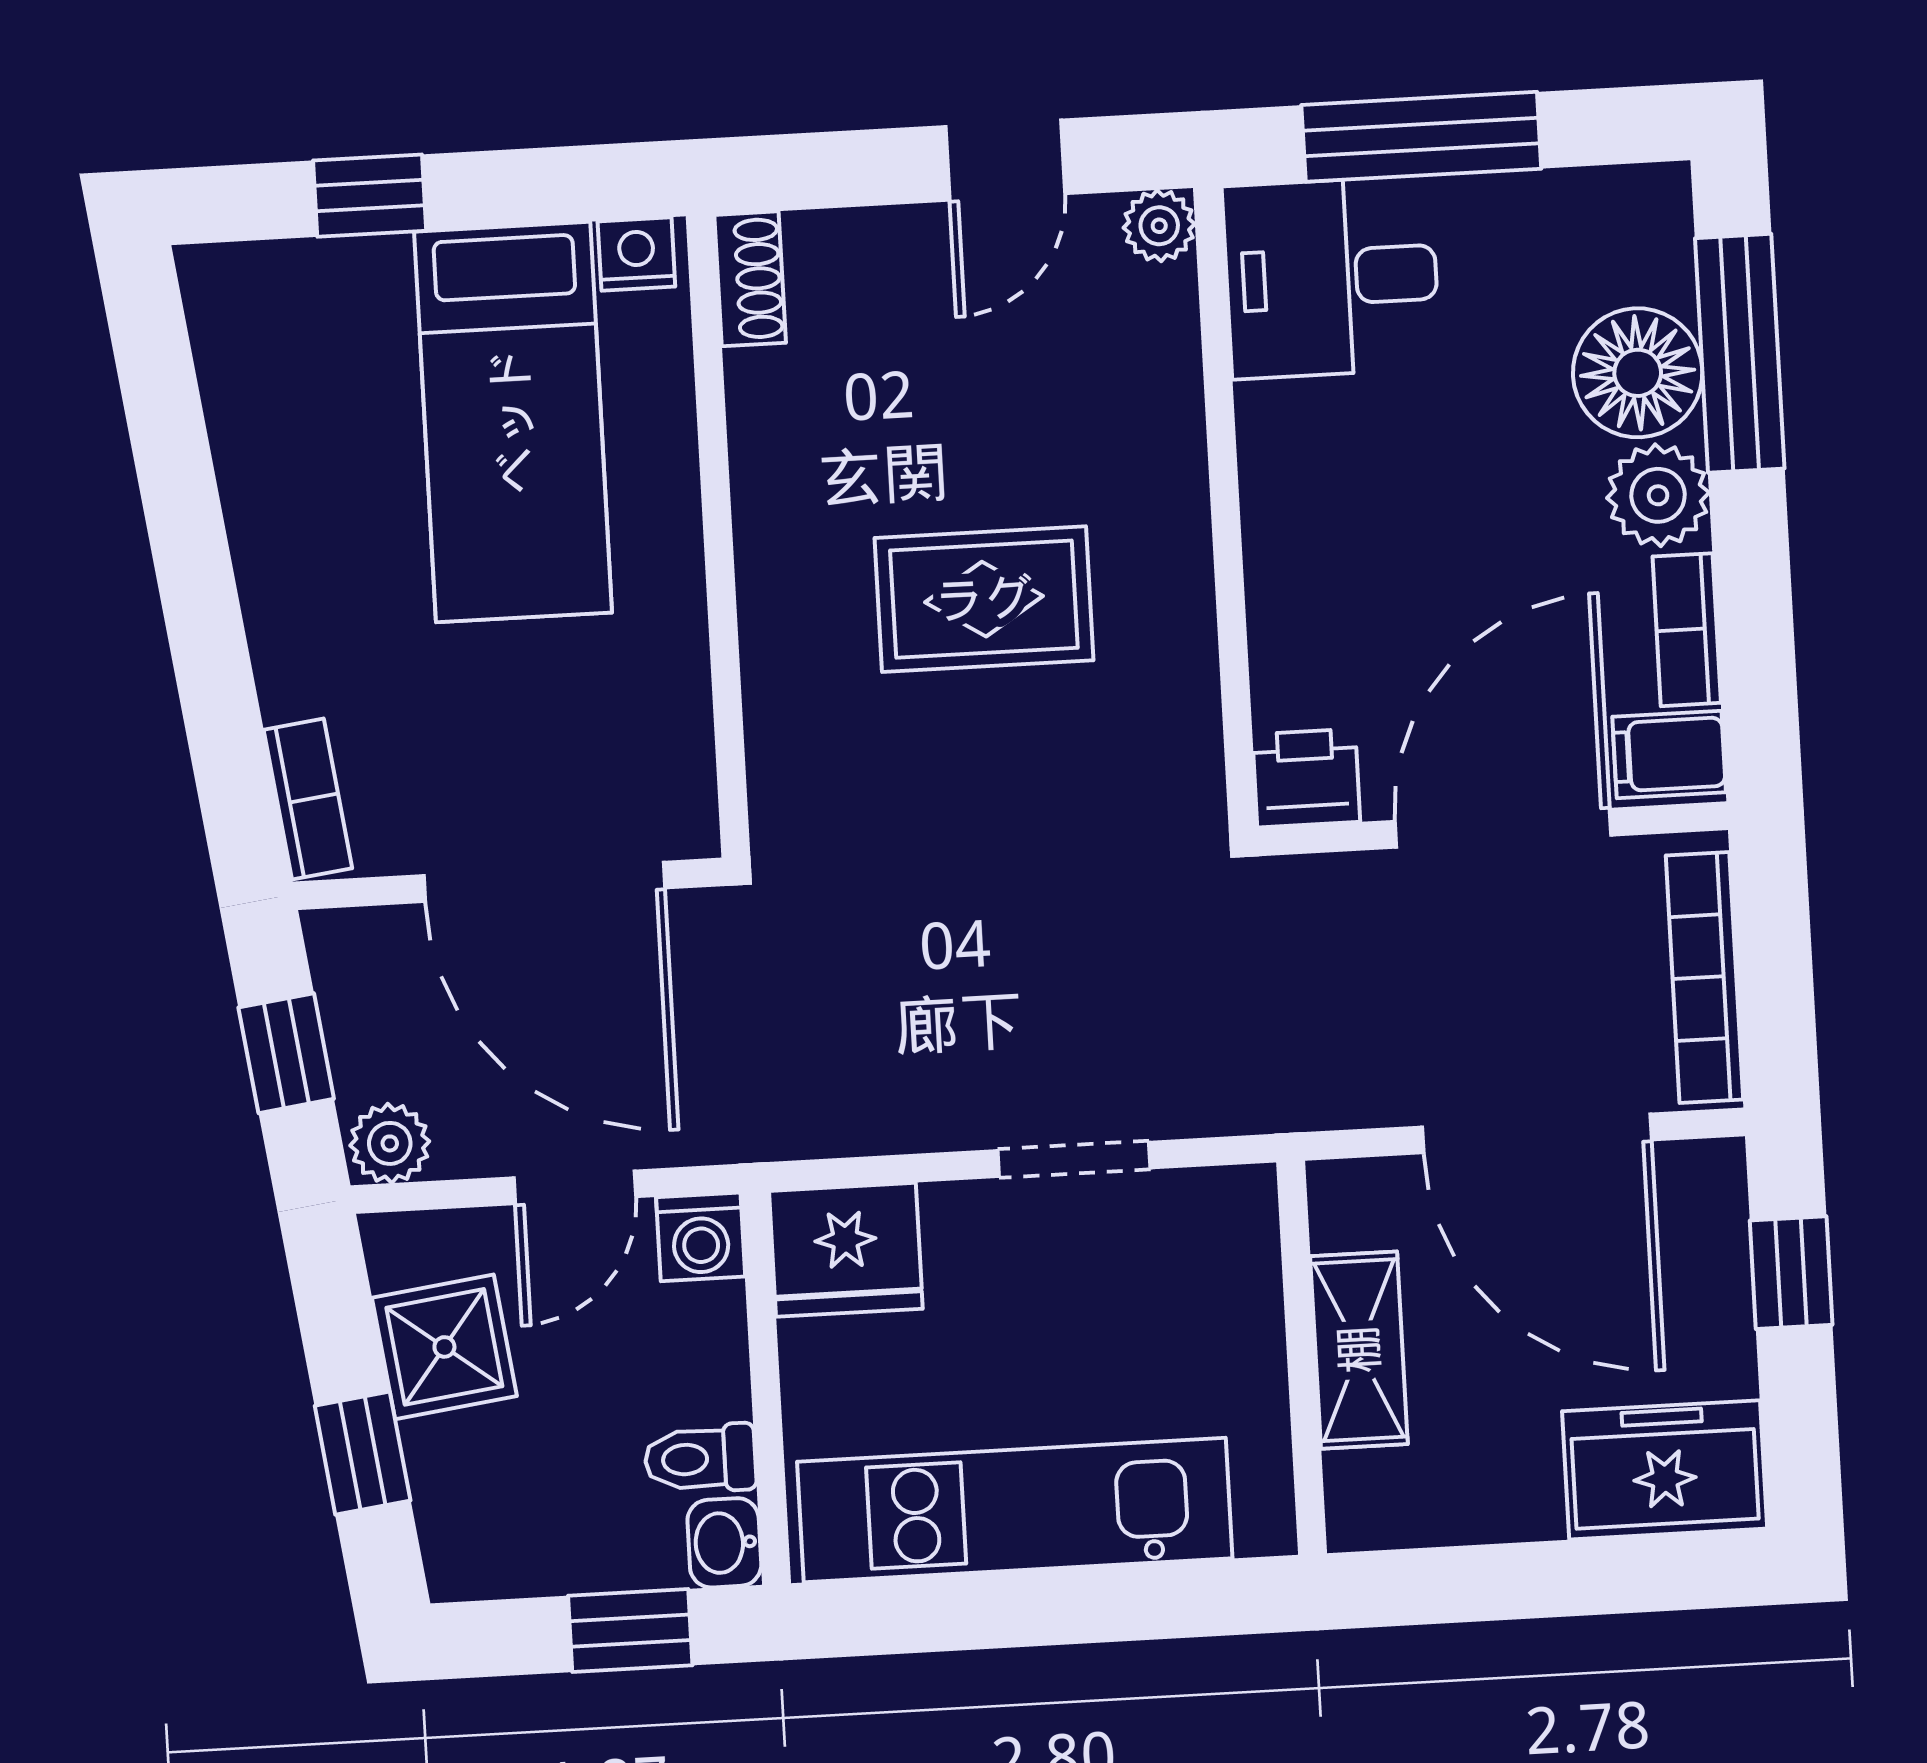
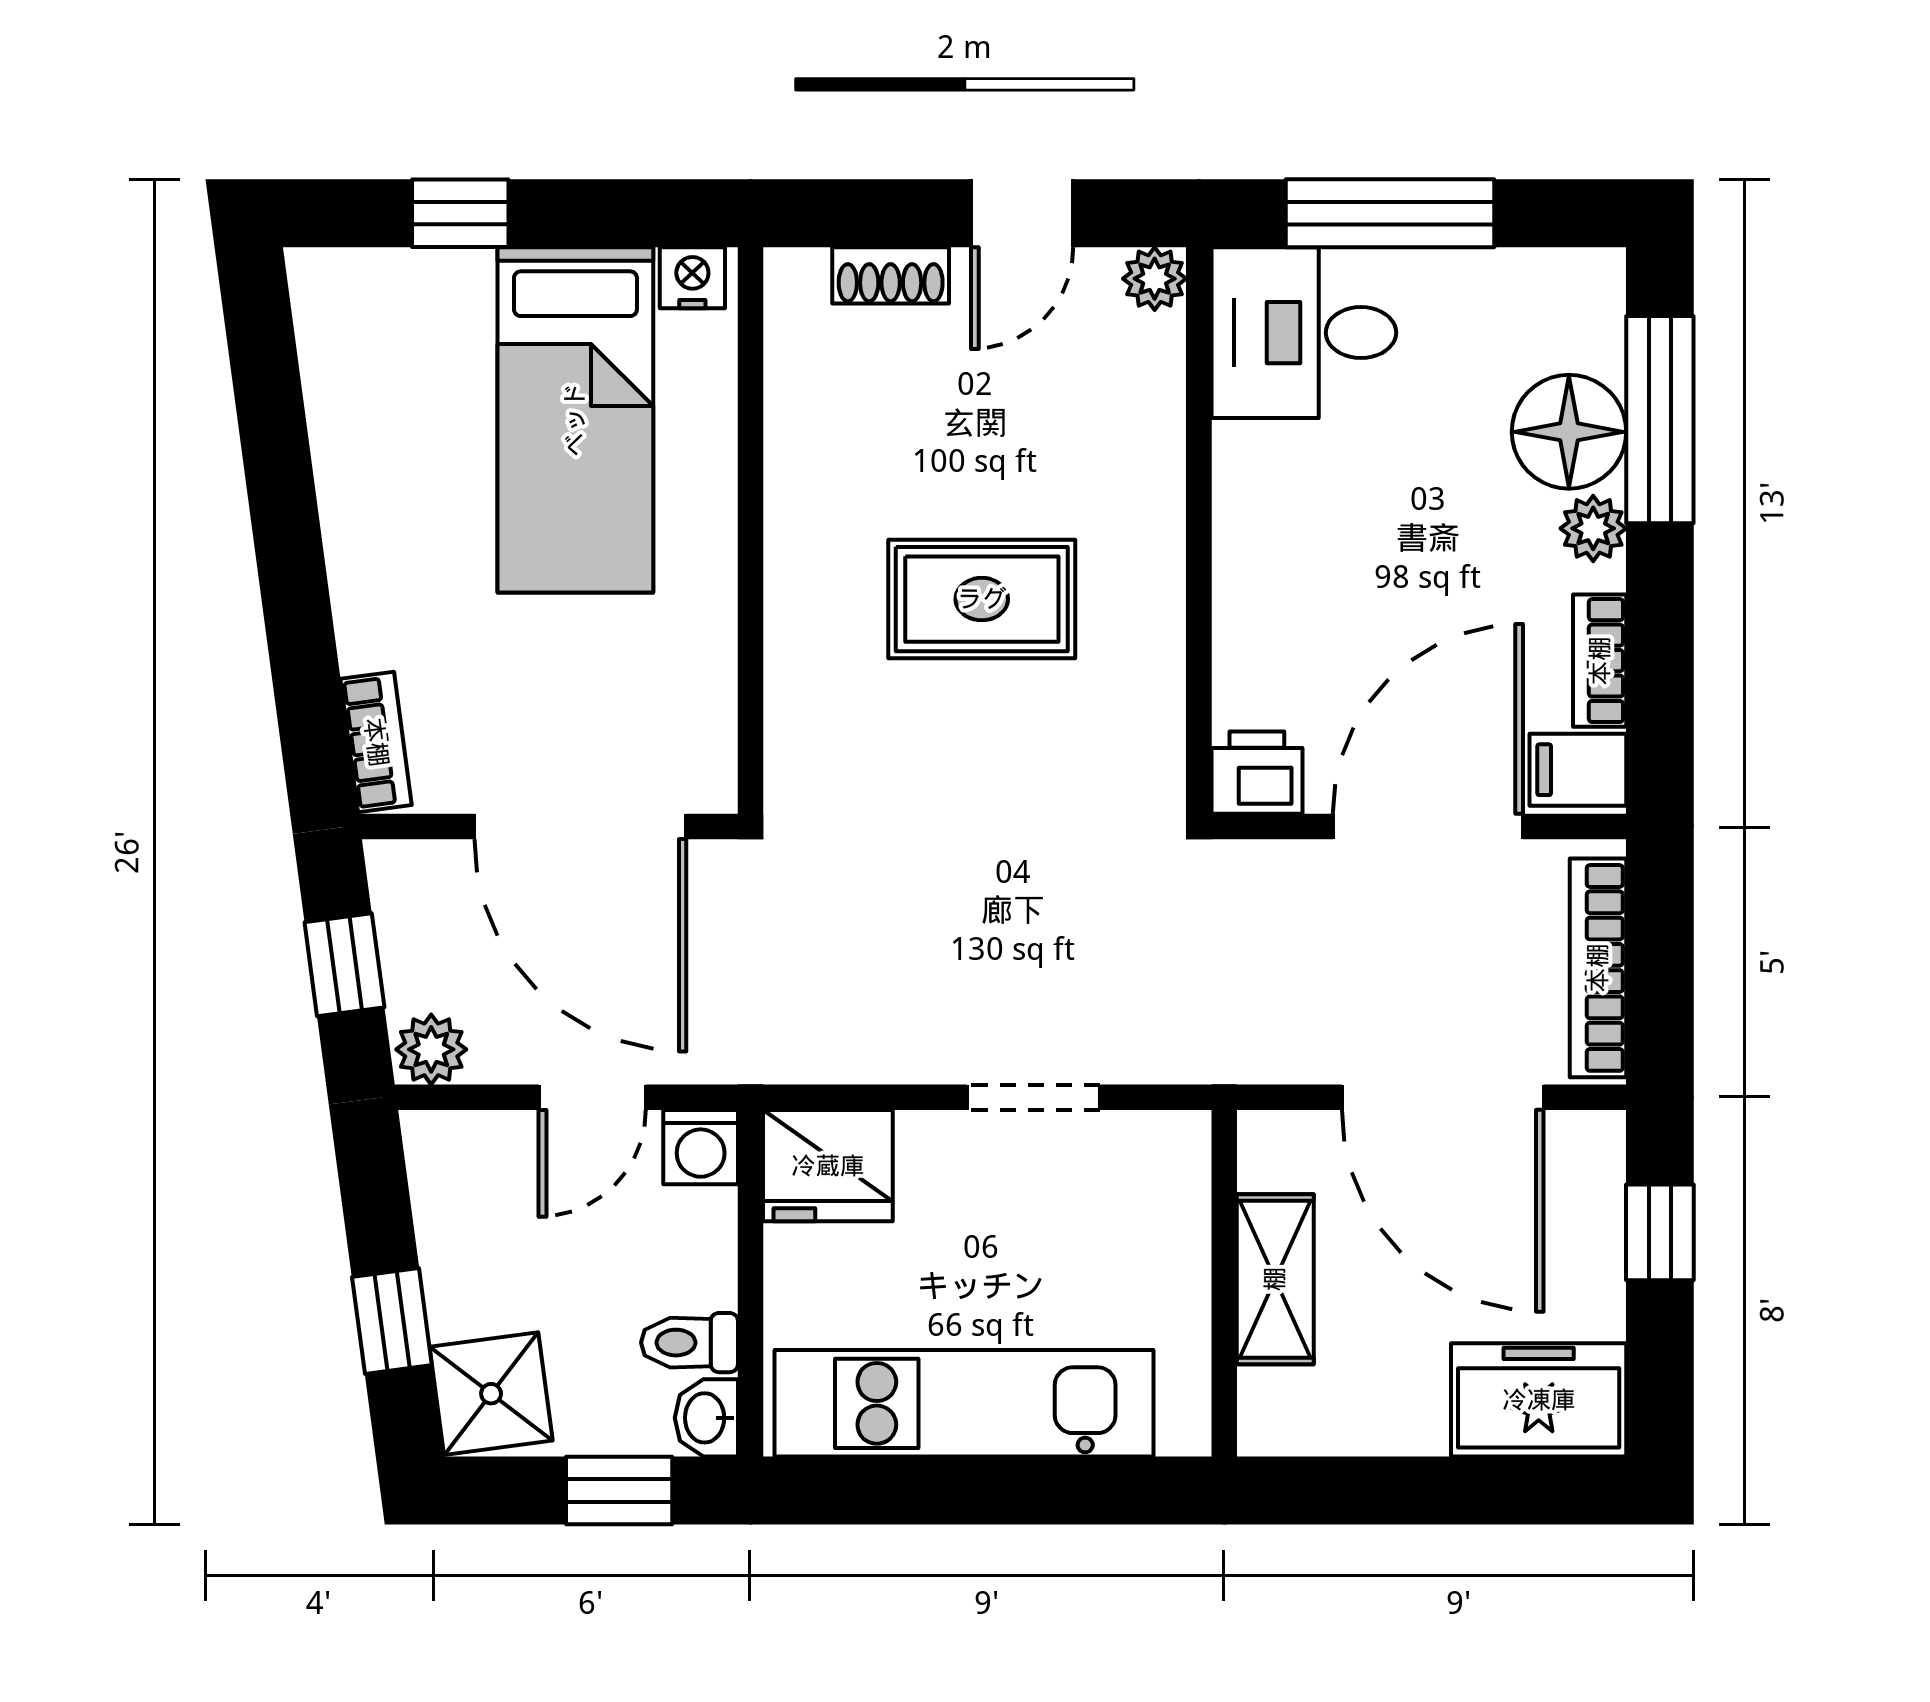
shoe rack: (750, 279) -> (891, 275), moved, turned 90
plant: (1658, 495) -> (1593, 528), width x0.73, depth x0.73
shower: (444, 1347) -> (491, 1394), moved

